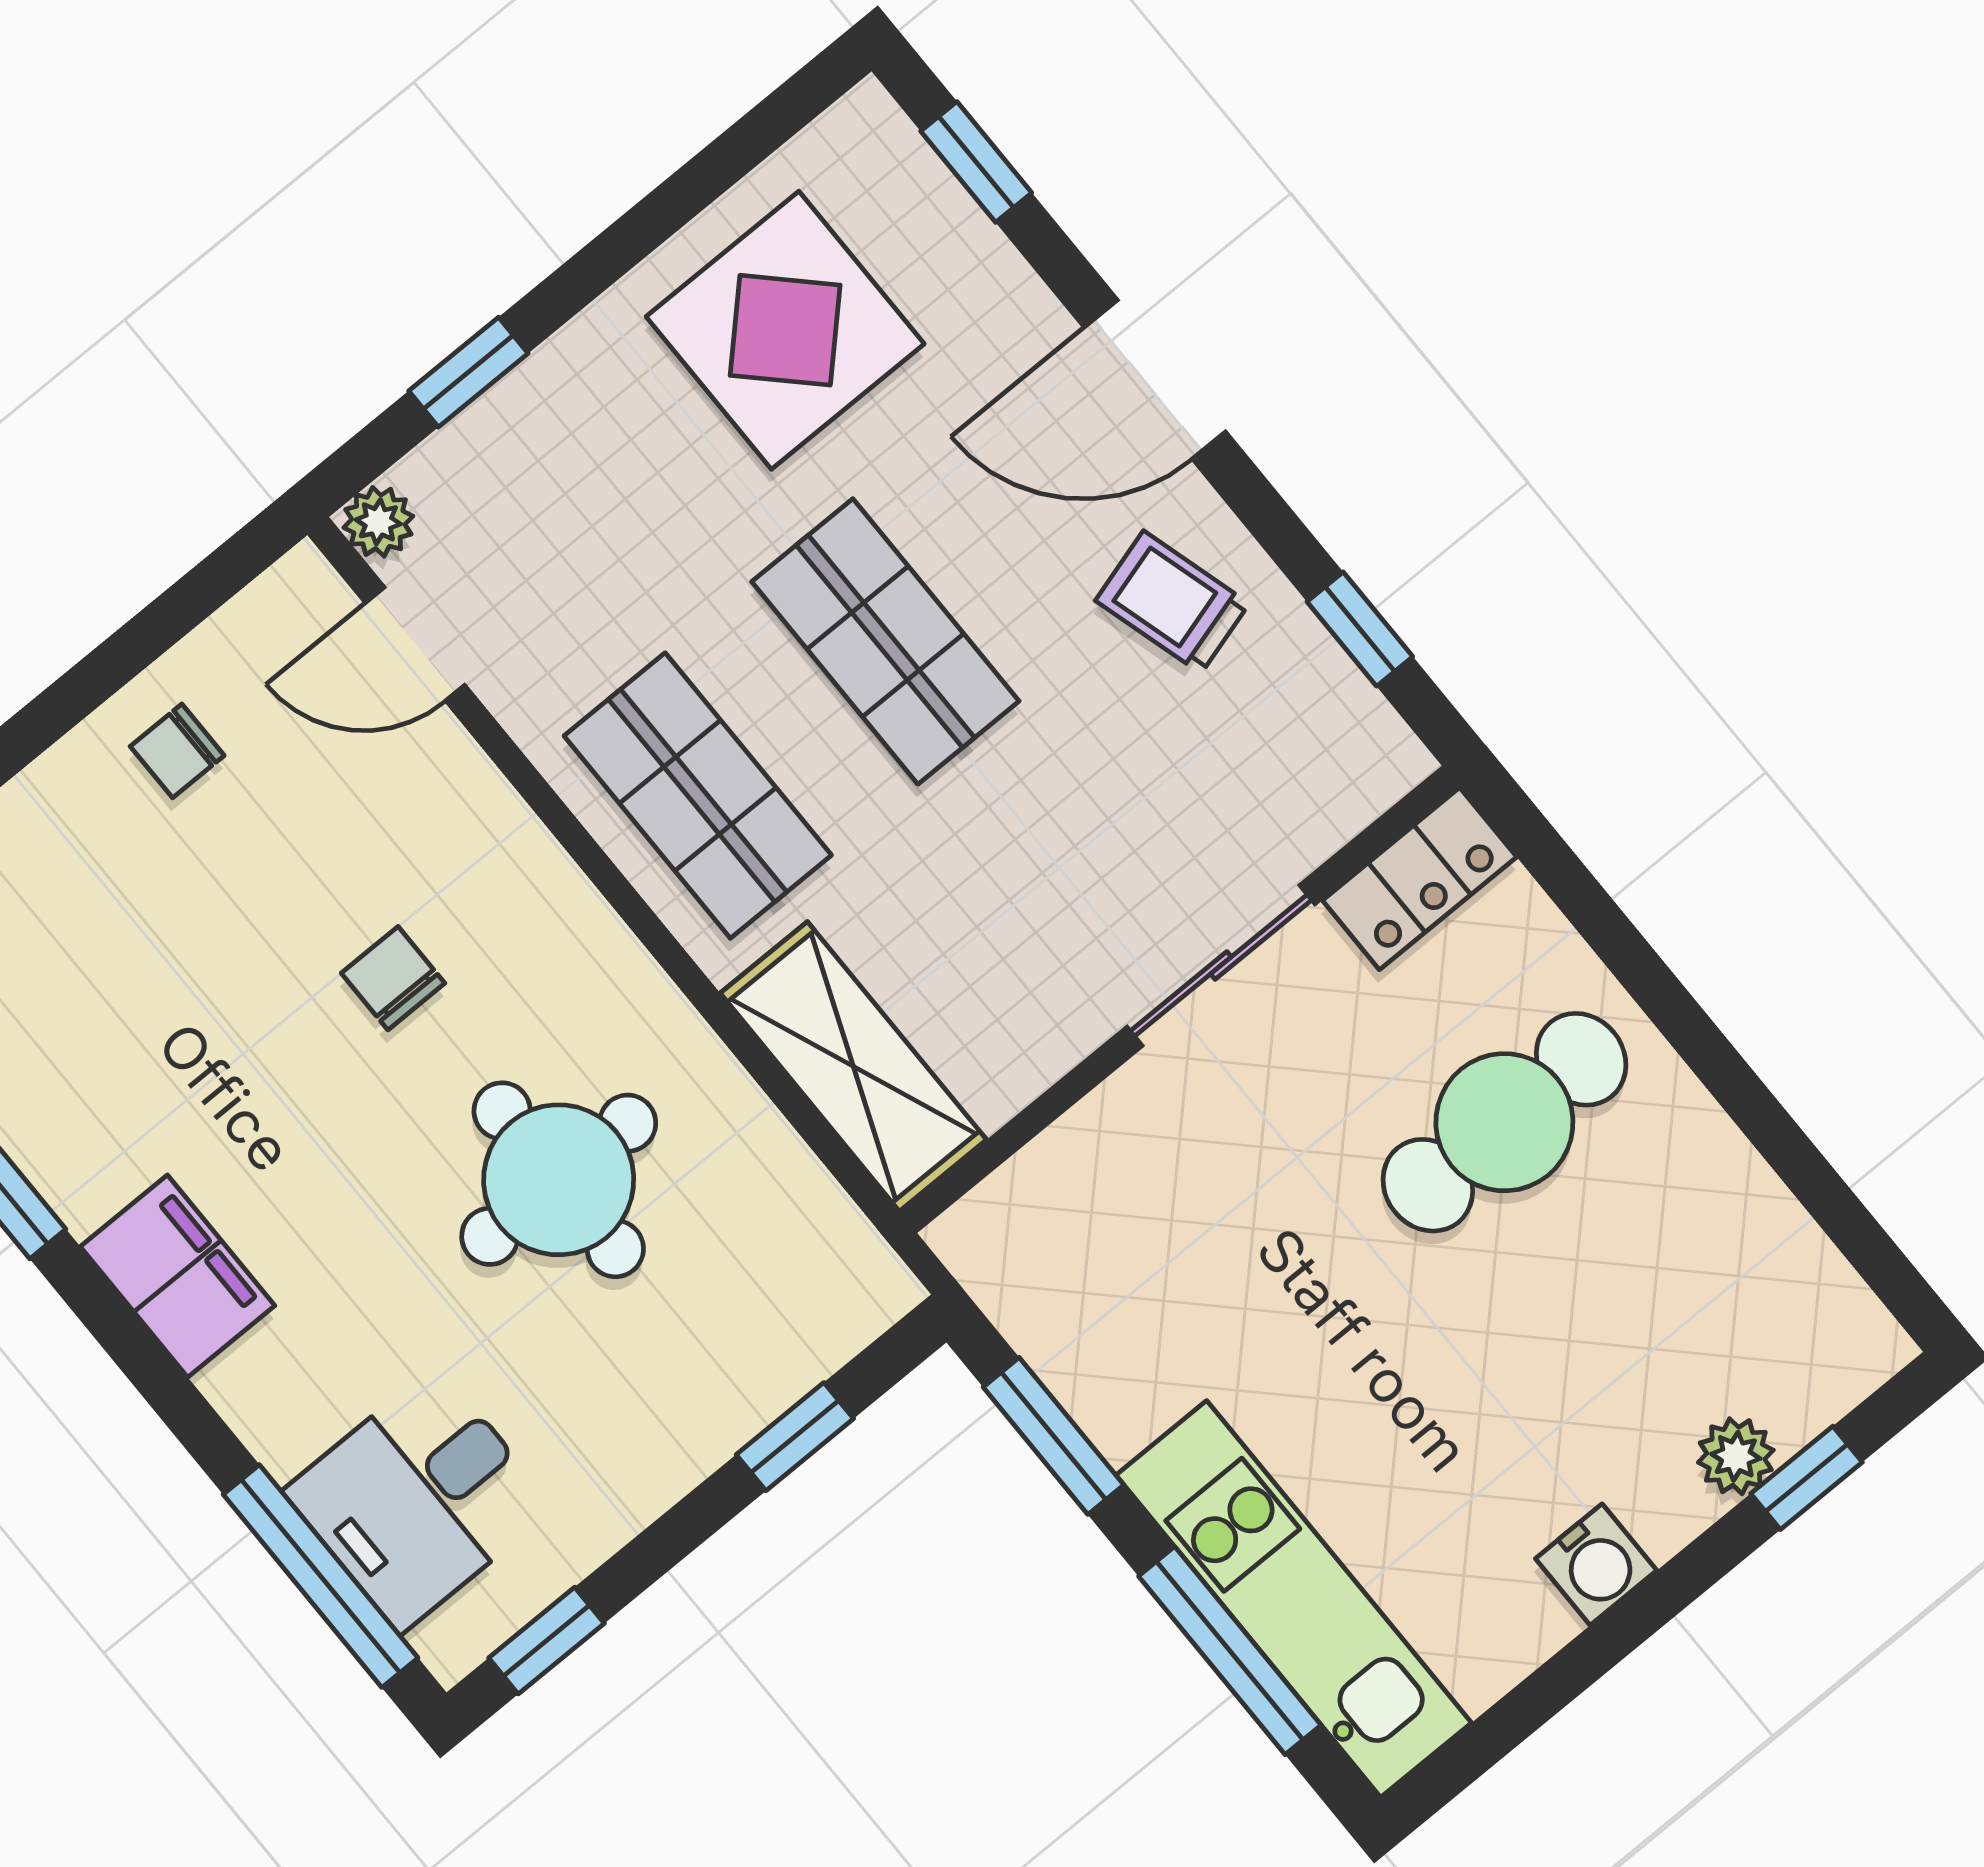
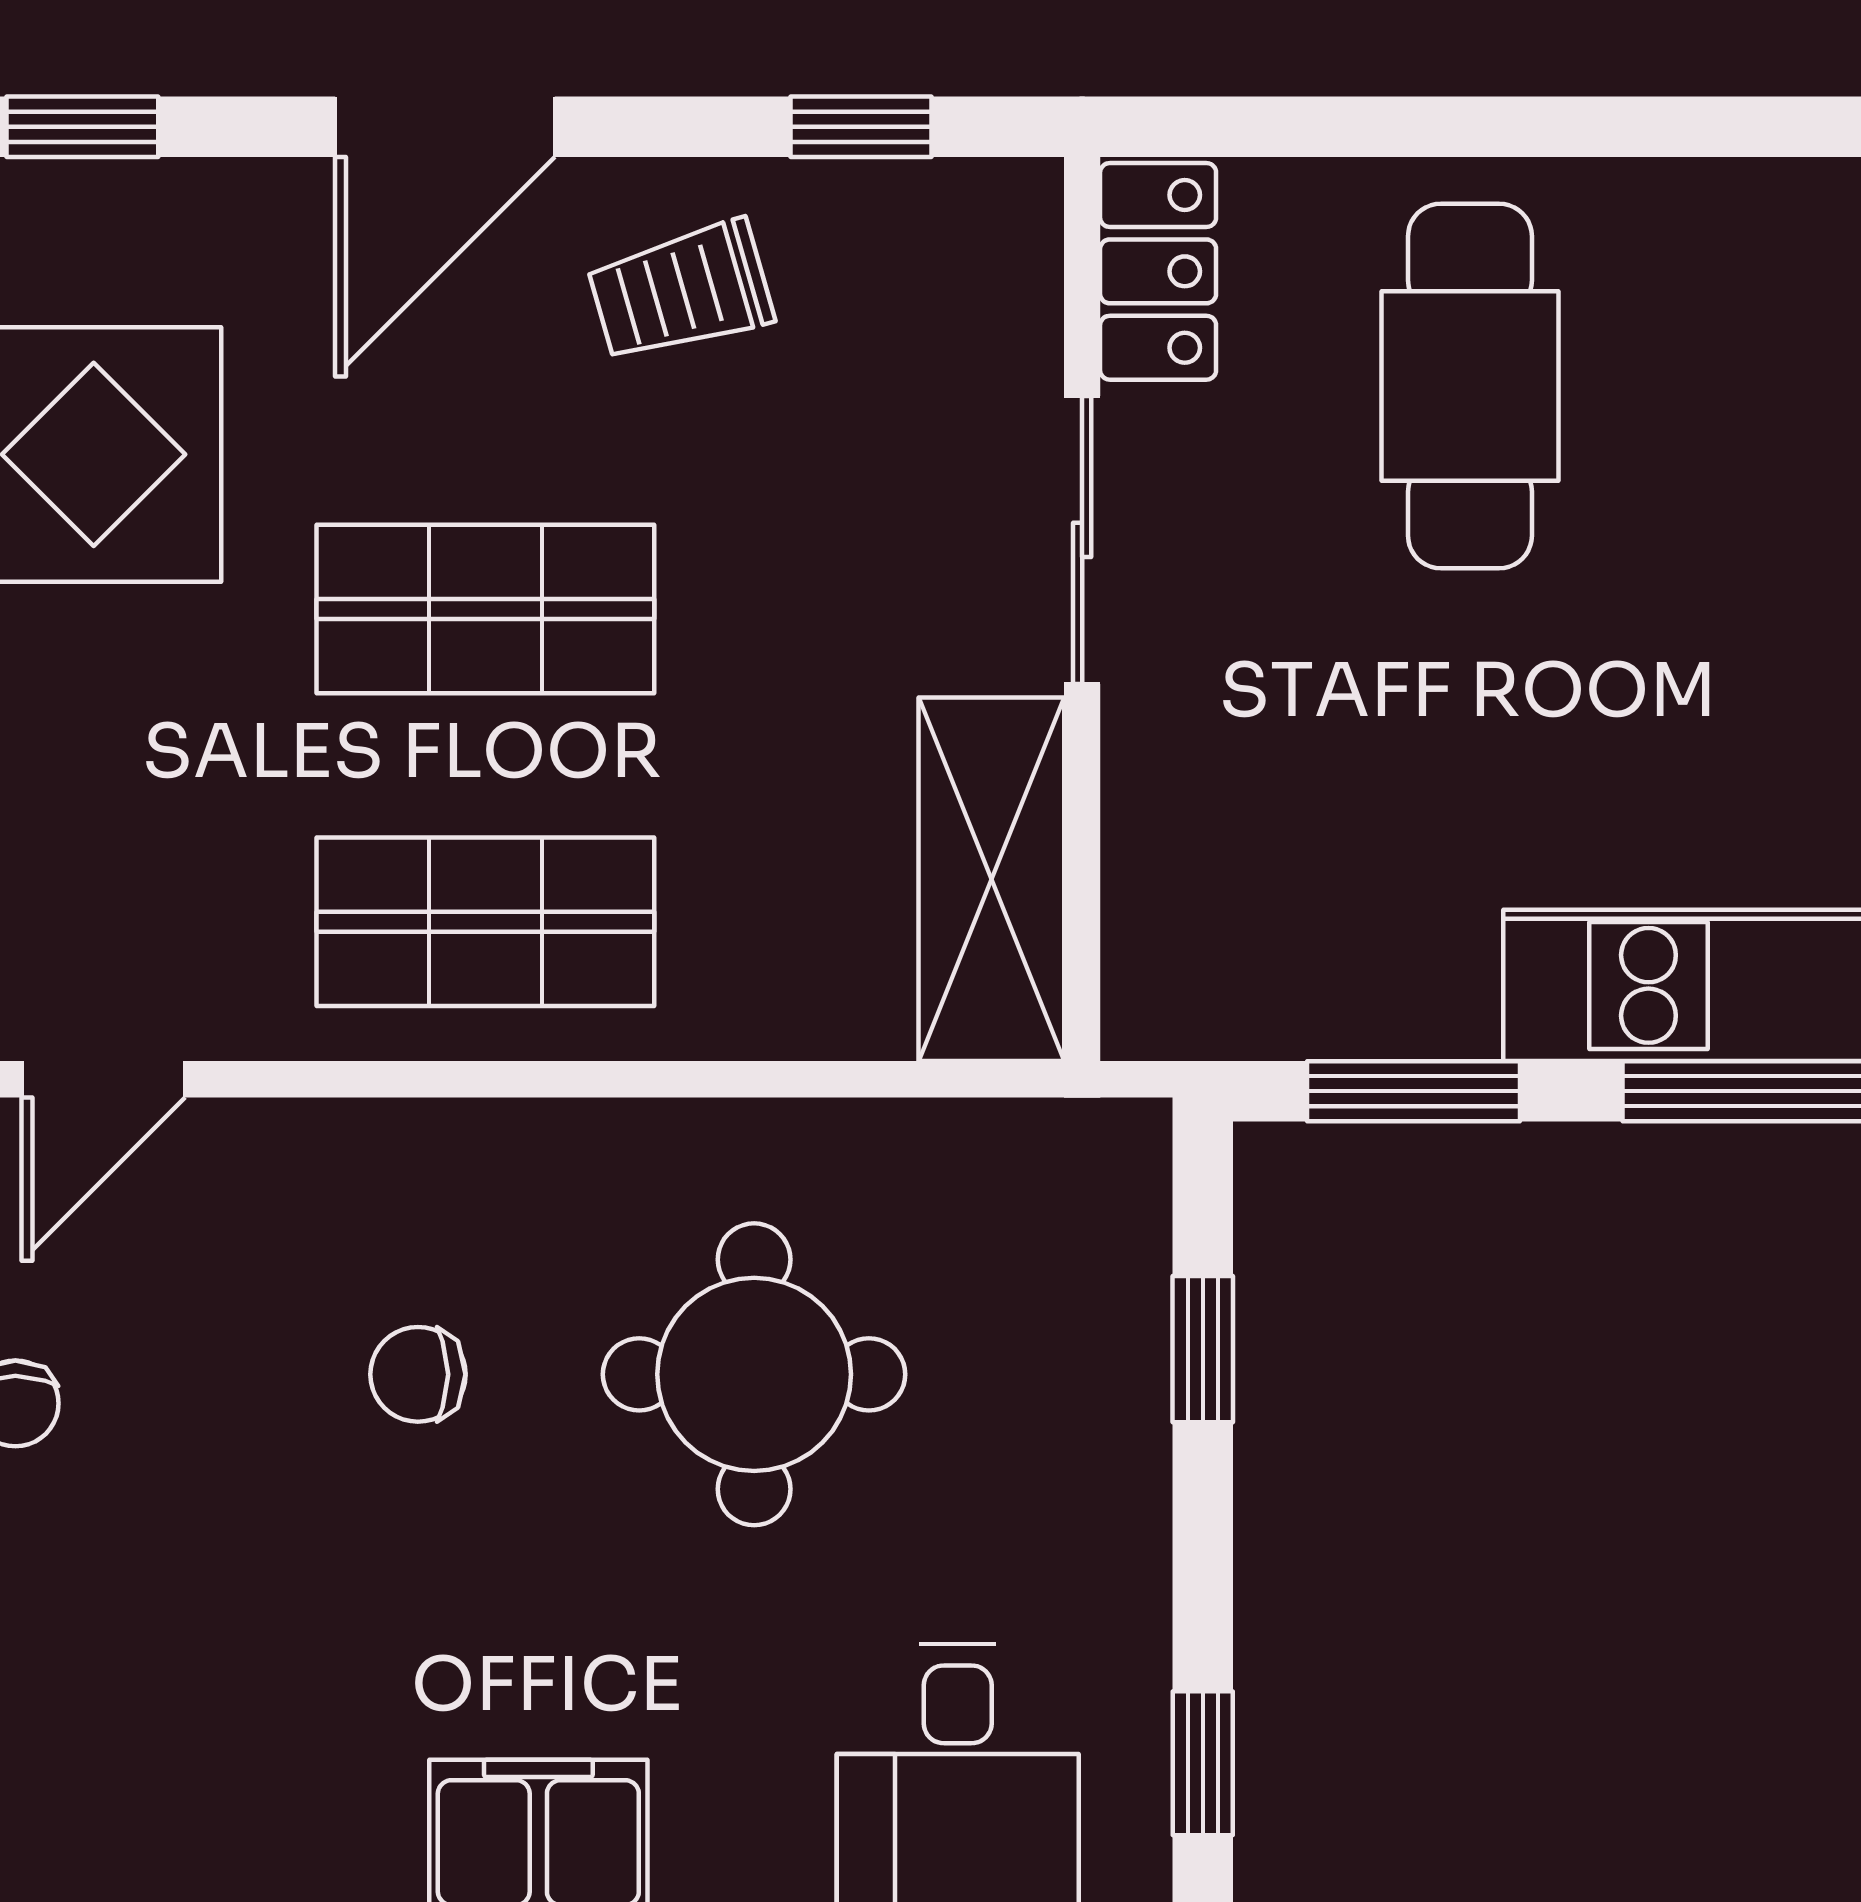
shelving: (853, 1066) -> (991, 879), moved, turned 90

